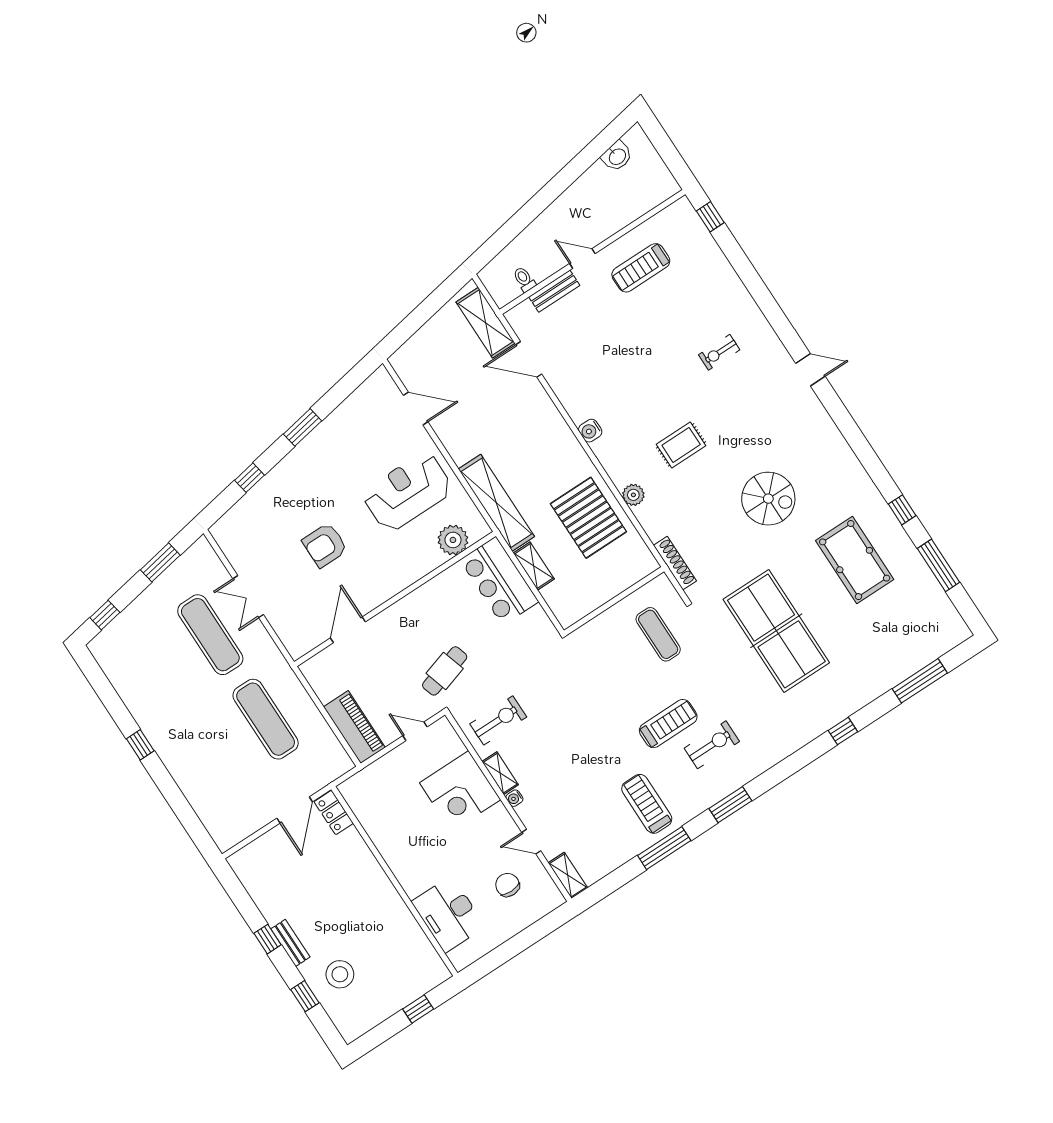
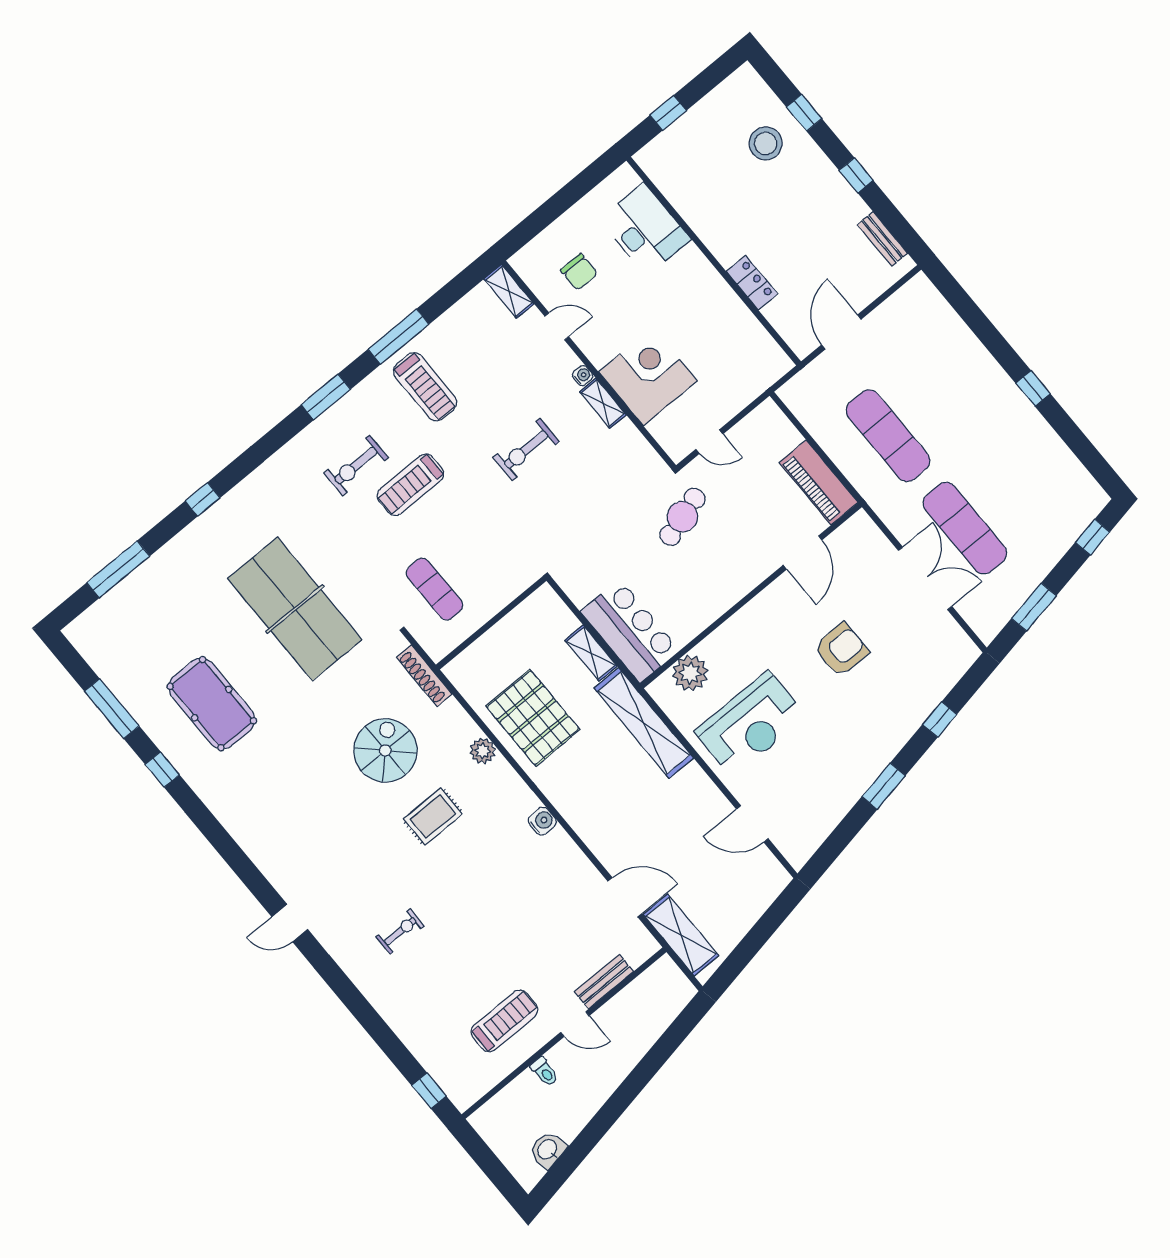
toilet: (524, 279) -> (544, 1072), moved
spiral stairs: (768, 499) -> (385, 750), moved, turned 90
double door: (248, 597) -> (925, 578), width x1.37
exercise bike: (498, 720) -> (526, 449), moved
piano: (354, 727) -> (819, 482), moved
locker: (334, 813) -> (752, 283), moved
bench: (290, 943) -> (882, 239), moved

